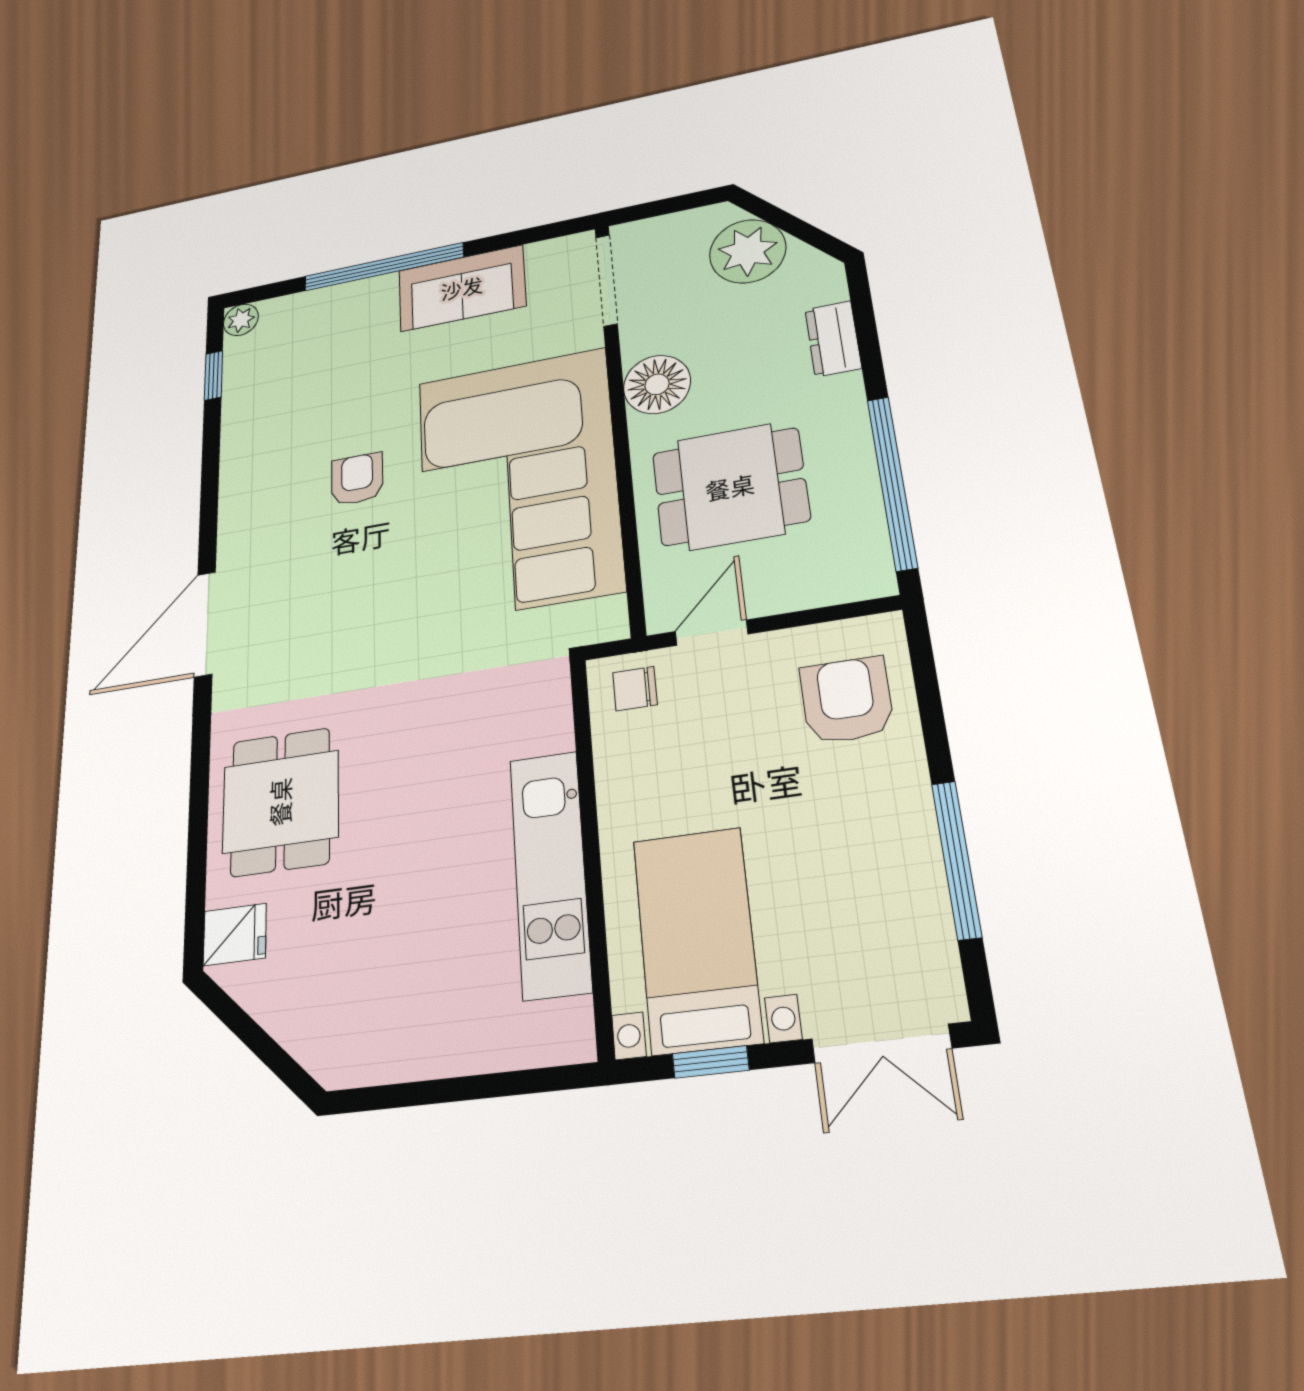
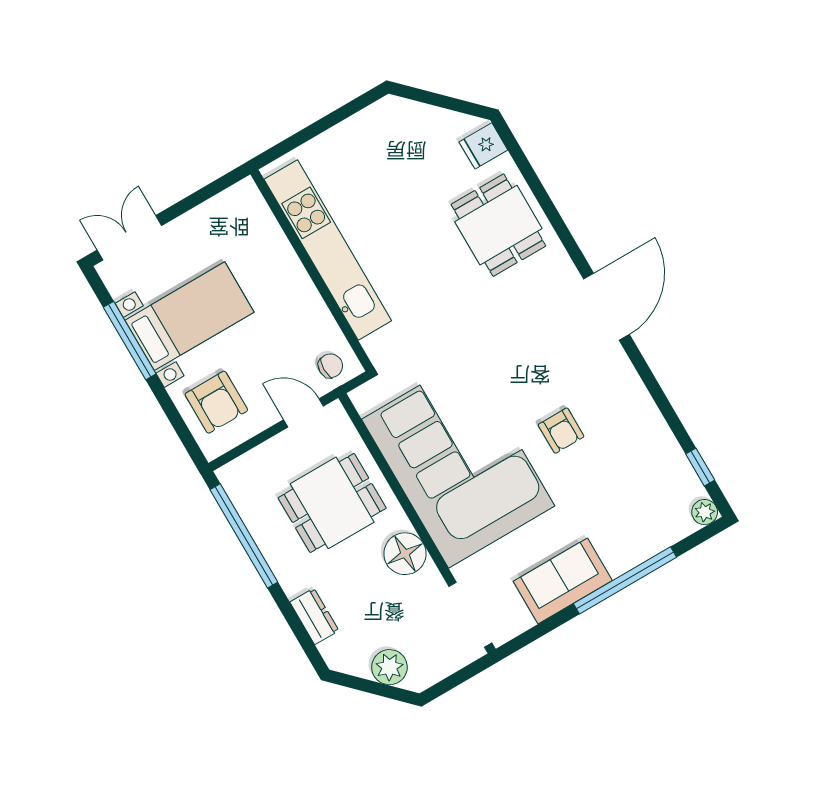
plant: (748, 251) -> (389, 667), width x0.73, depth x0.73
door: (711, 633) -> (304, 413), swing flipped
kitchen unit: (550, 873) -> (328, 250), width x1.36
bed with nightstands: (697, 939) -> (190, 316), moved, turned -90
window: (711, 1062) -> (204, 194), removed

